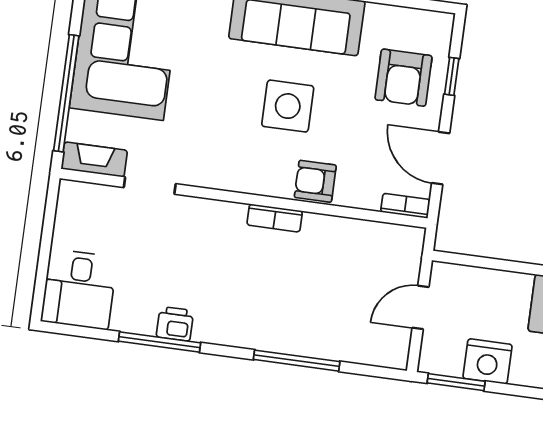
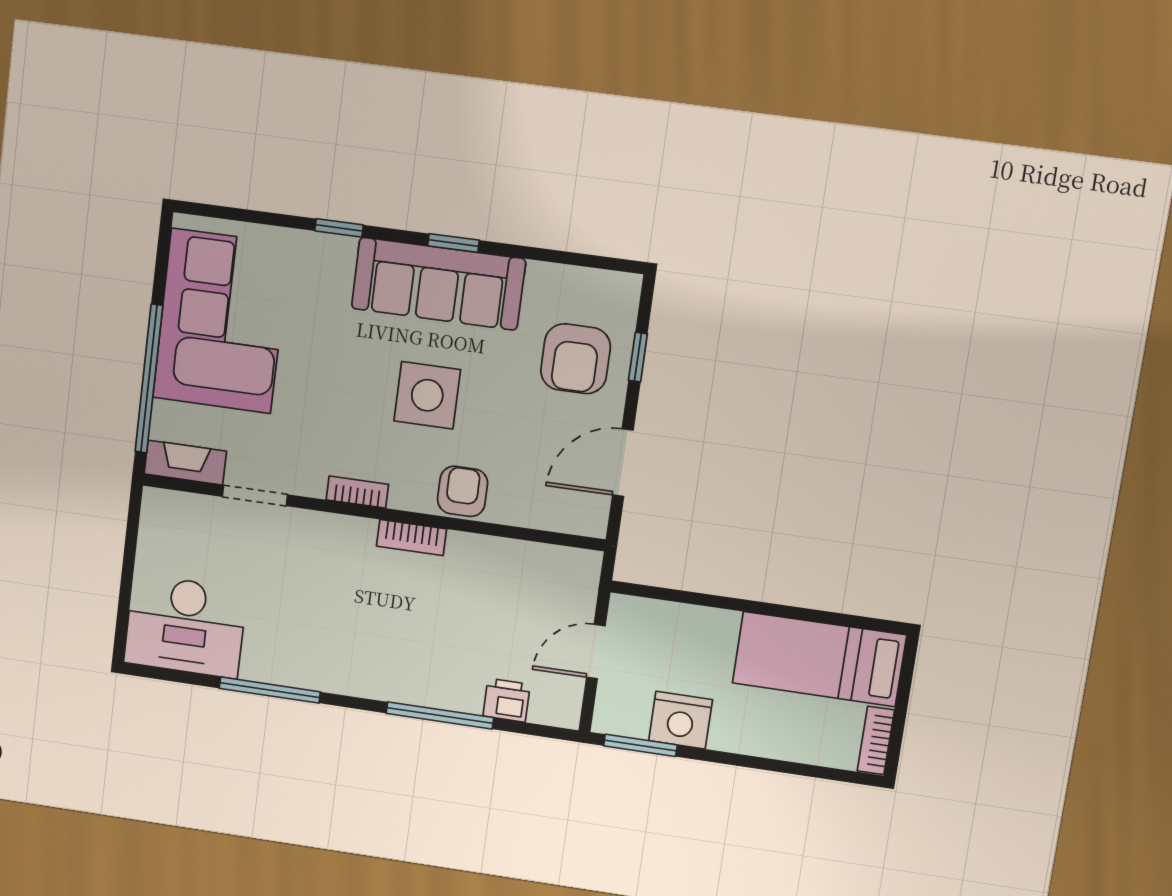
door: (441, 158) -> (623, 463), hinge flipped
armchair: (315, 181) -> (463, 491), turned 90
bookcase: (405, 206) -> (357, 492), moved
desk: (79, 289) -> (185, 626), width x1.37
printer: (175, 324) -> (507, 700), moved

